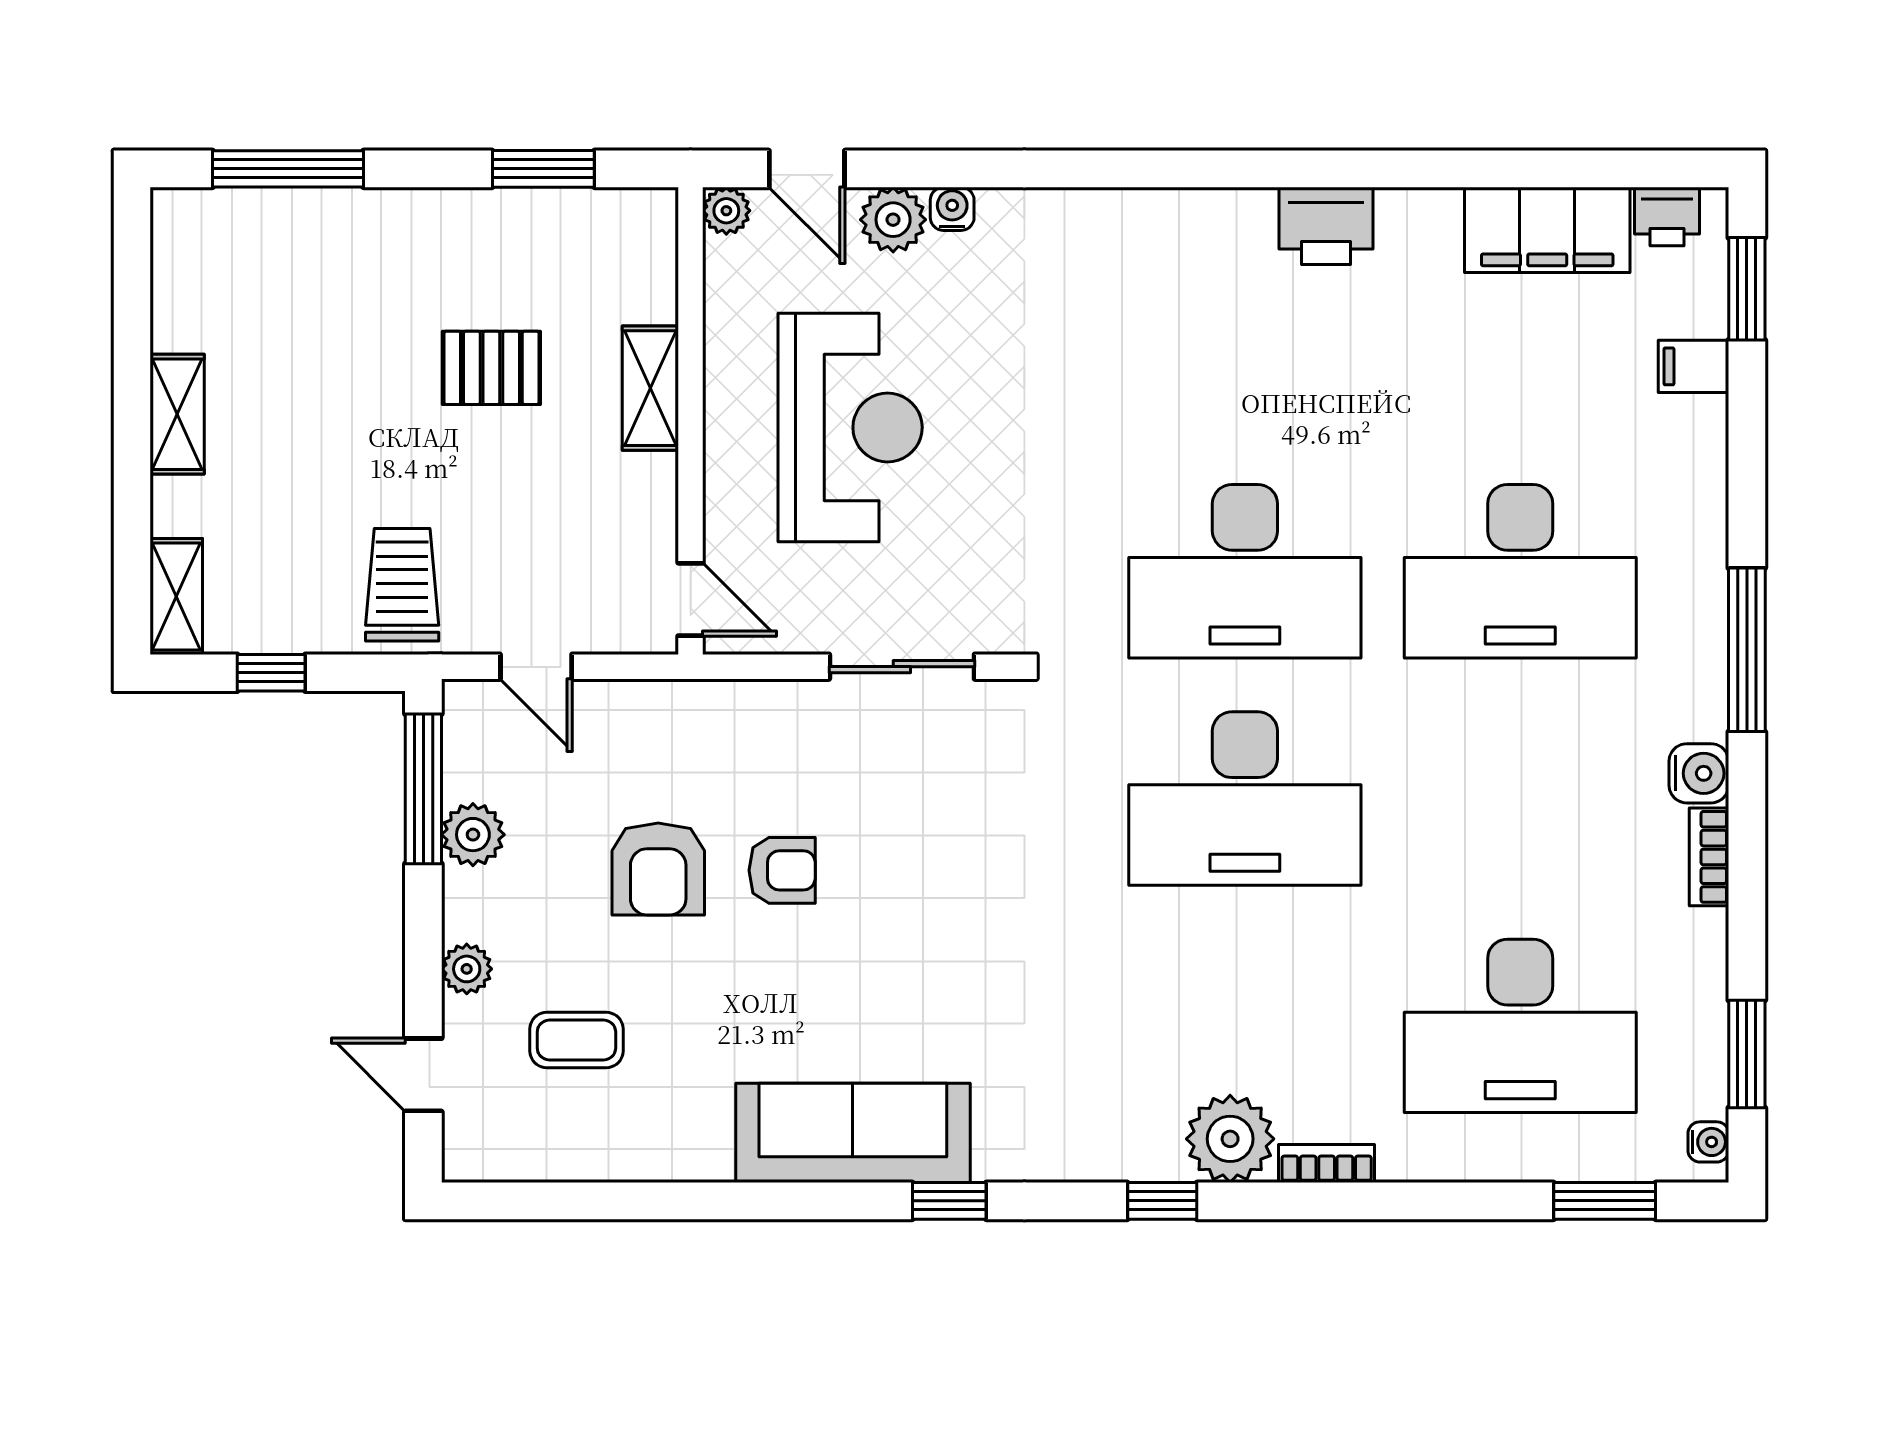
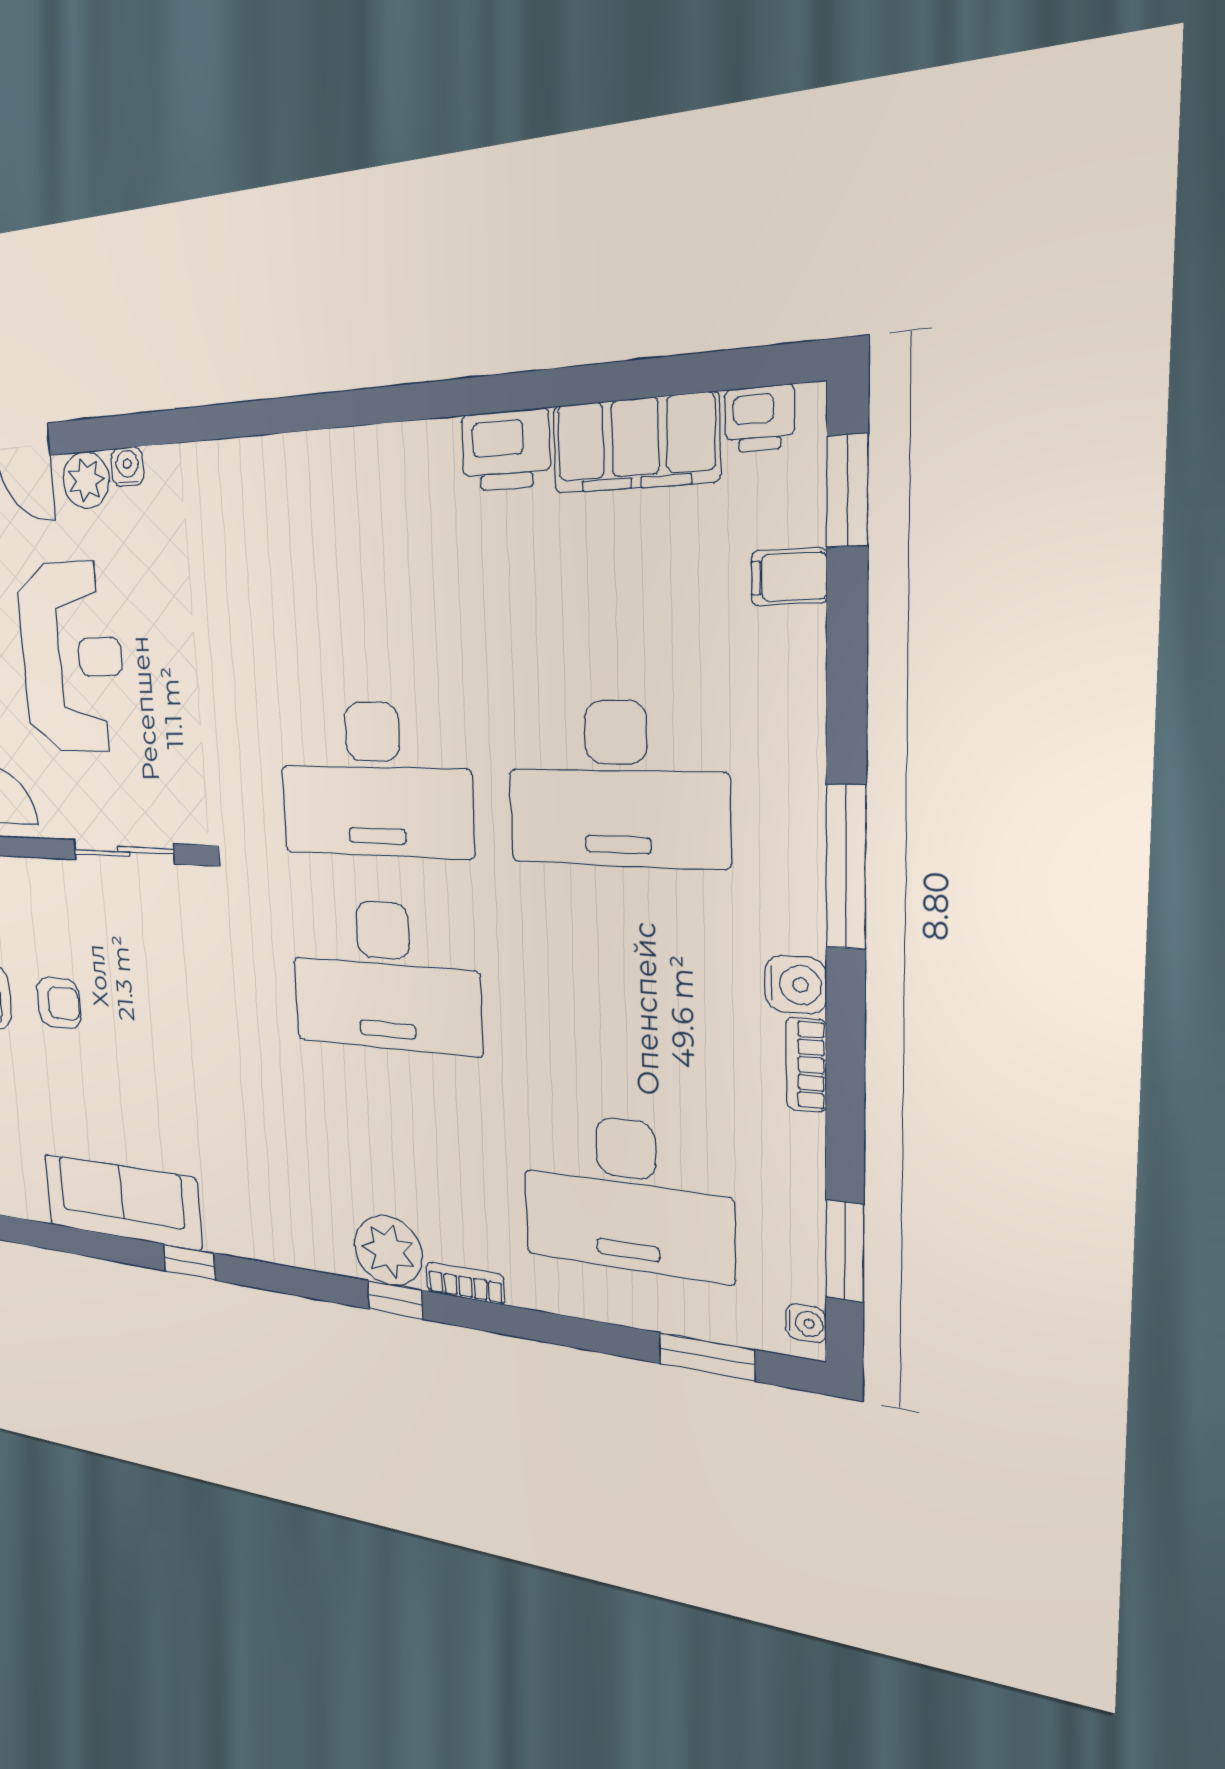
printer: (1326, 226) -> (506, 450), moved
window: (1162, 1201) -> (395, 1300), moved

